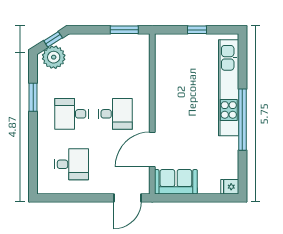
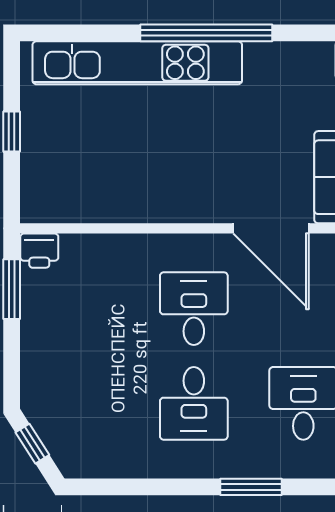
printer: (142, 43) -> (39, 251), added
plant: (54, 57) -> (71, 442), removed
window: (33, 97) -> (251, 487), moved

